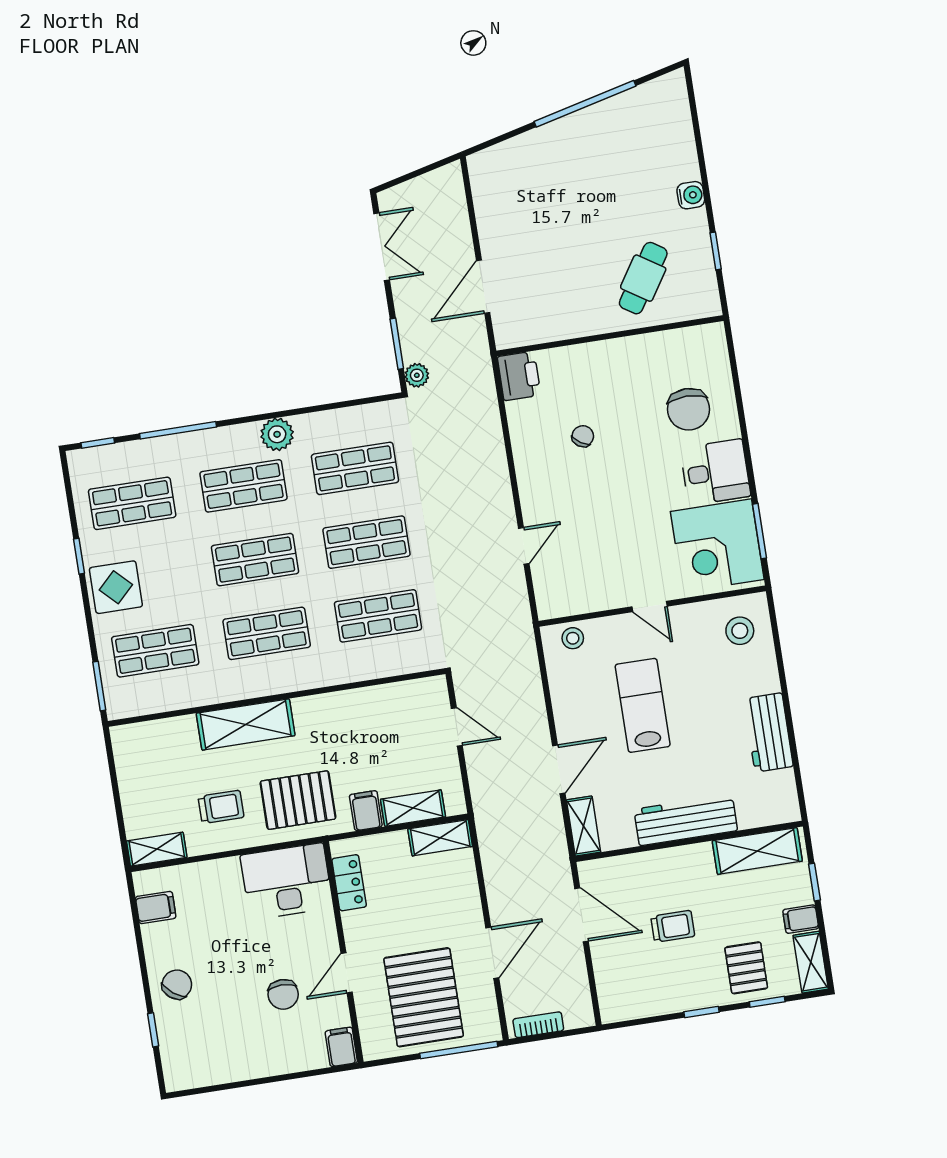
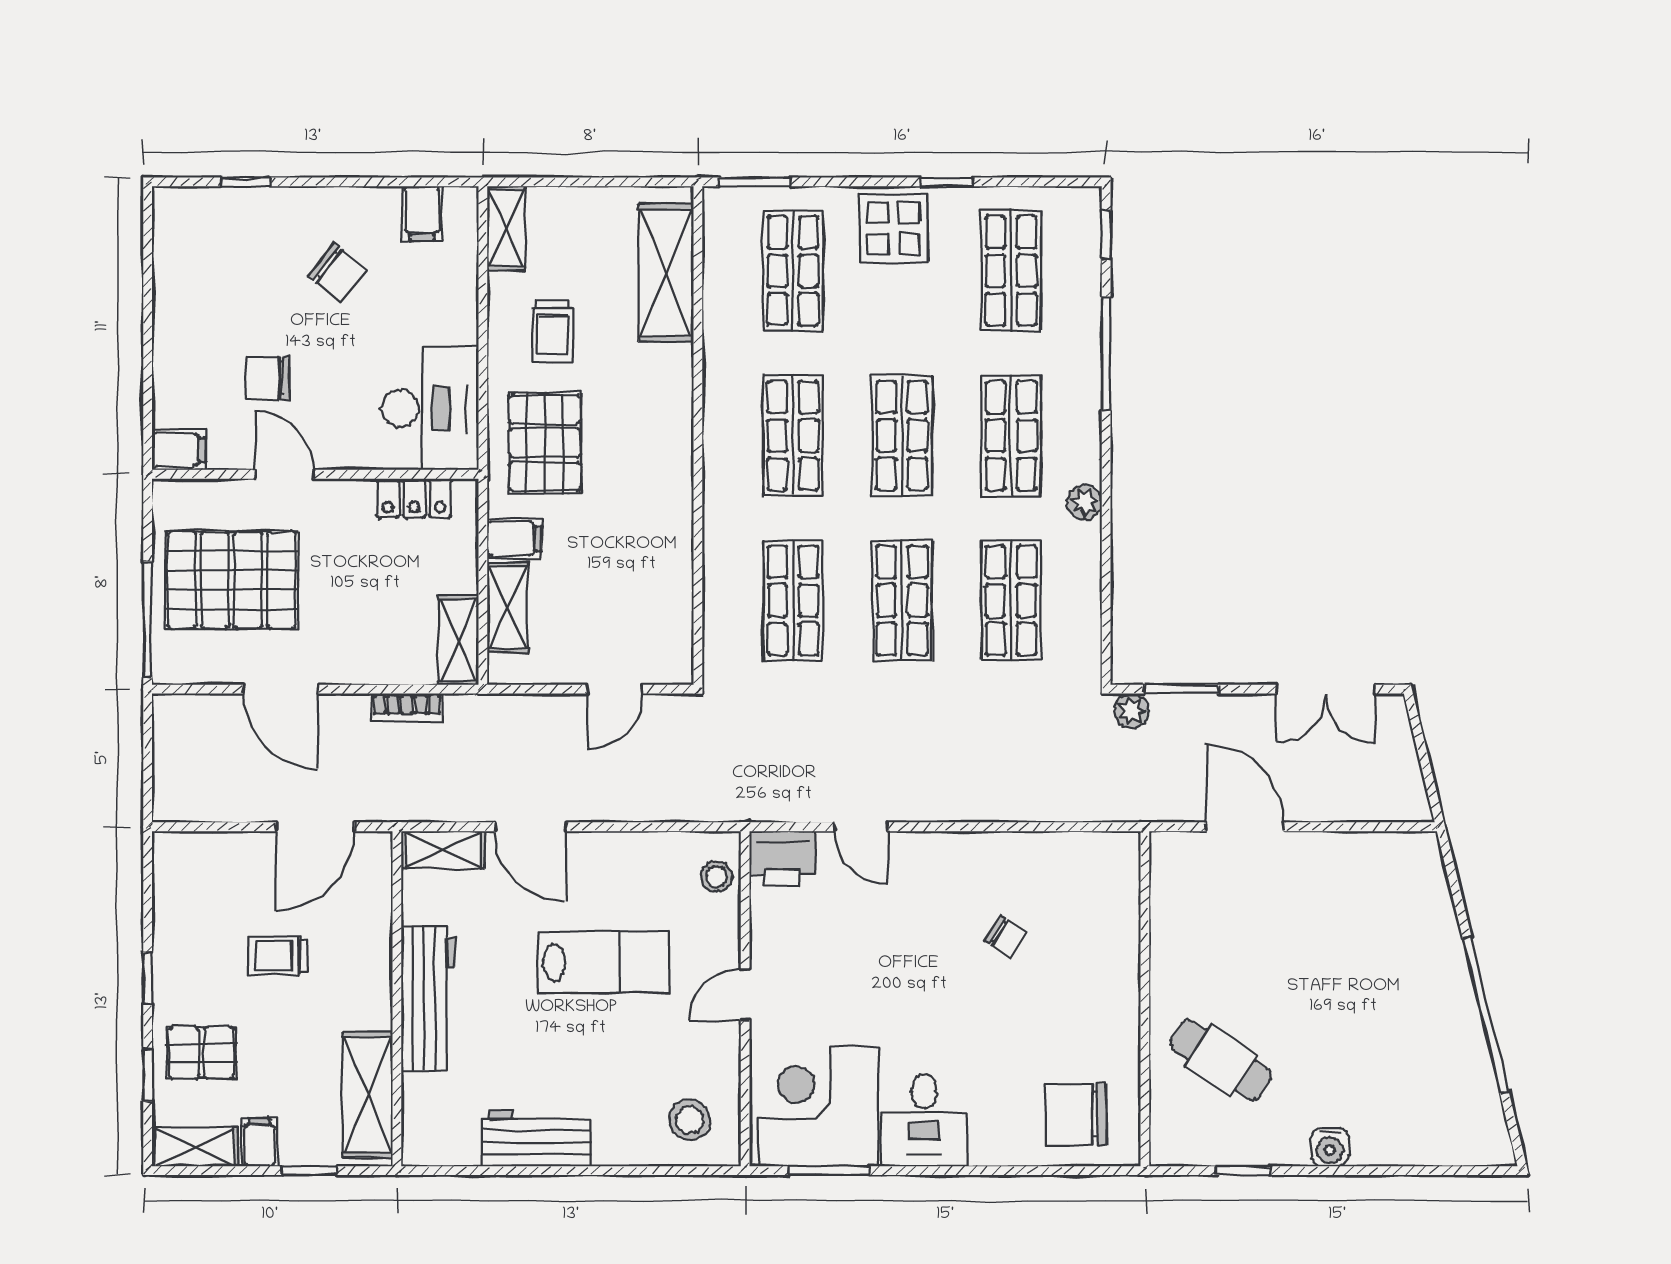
printer: (519, 376) -> (782, 858), moved
chair: (689, 409) -> (1076, 1114), moved
plant: (277, 434) -> (1084, 502), width x0.73, depth x0.73
shelving: (246, 724) -> (666, 273), moved
trolley: (673, 926) -> (278, 956), turned 90
chair: (177, 985) -> (338, 273), moved
bookcase: (538, 1025) -> (407, 708), moved, turned 90

